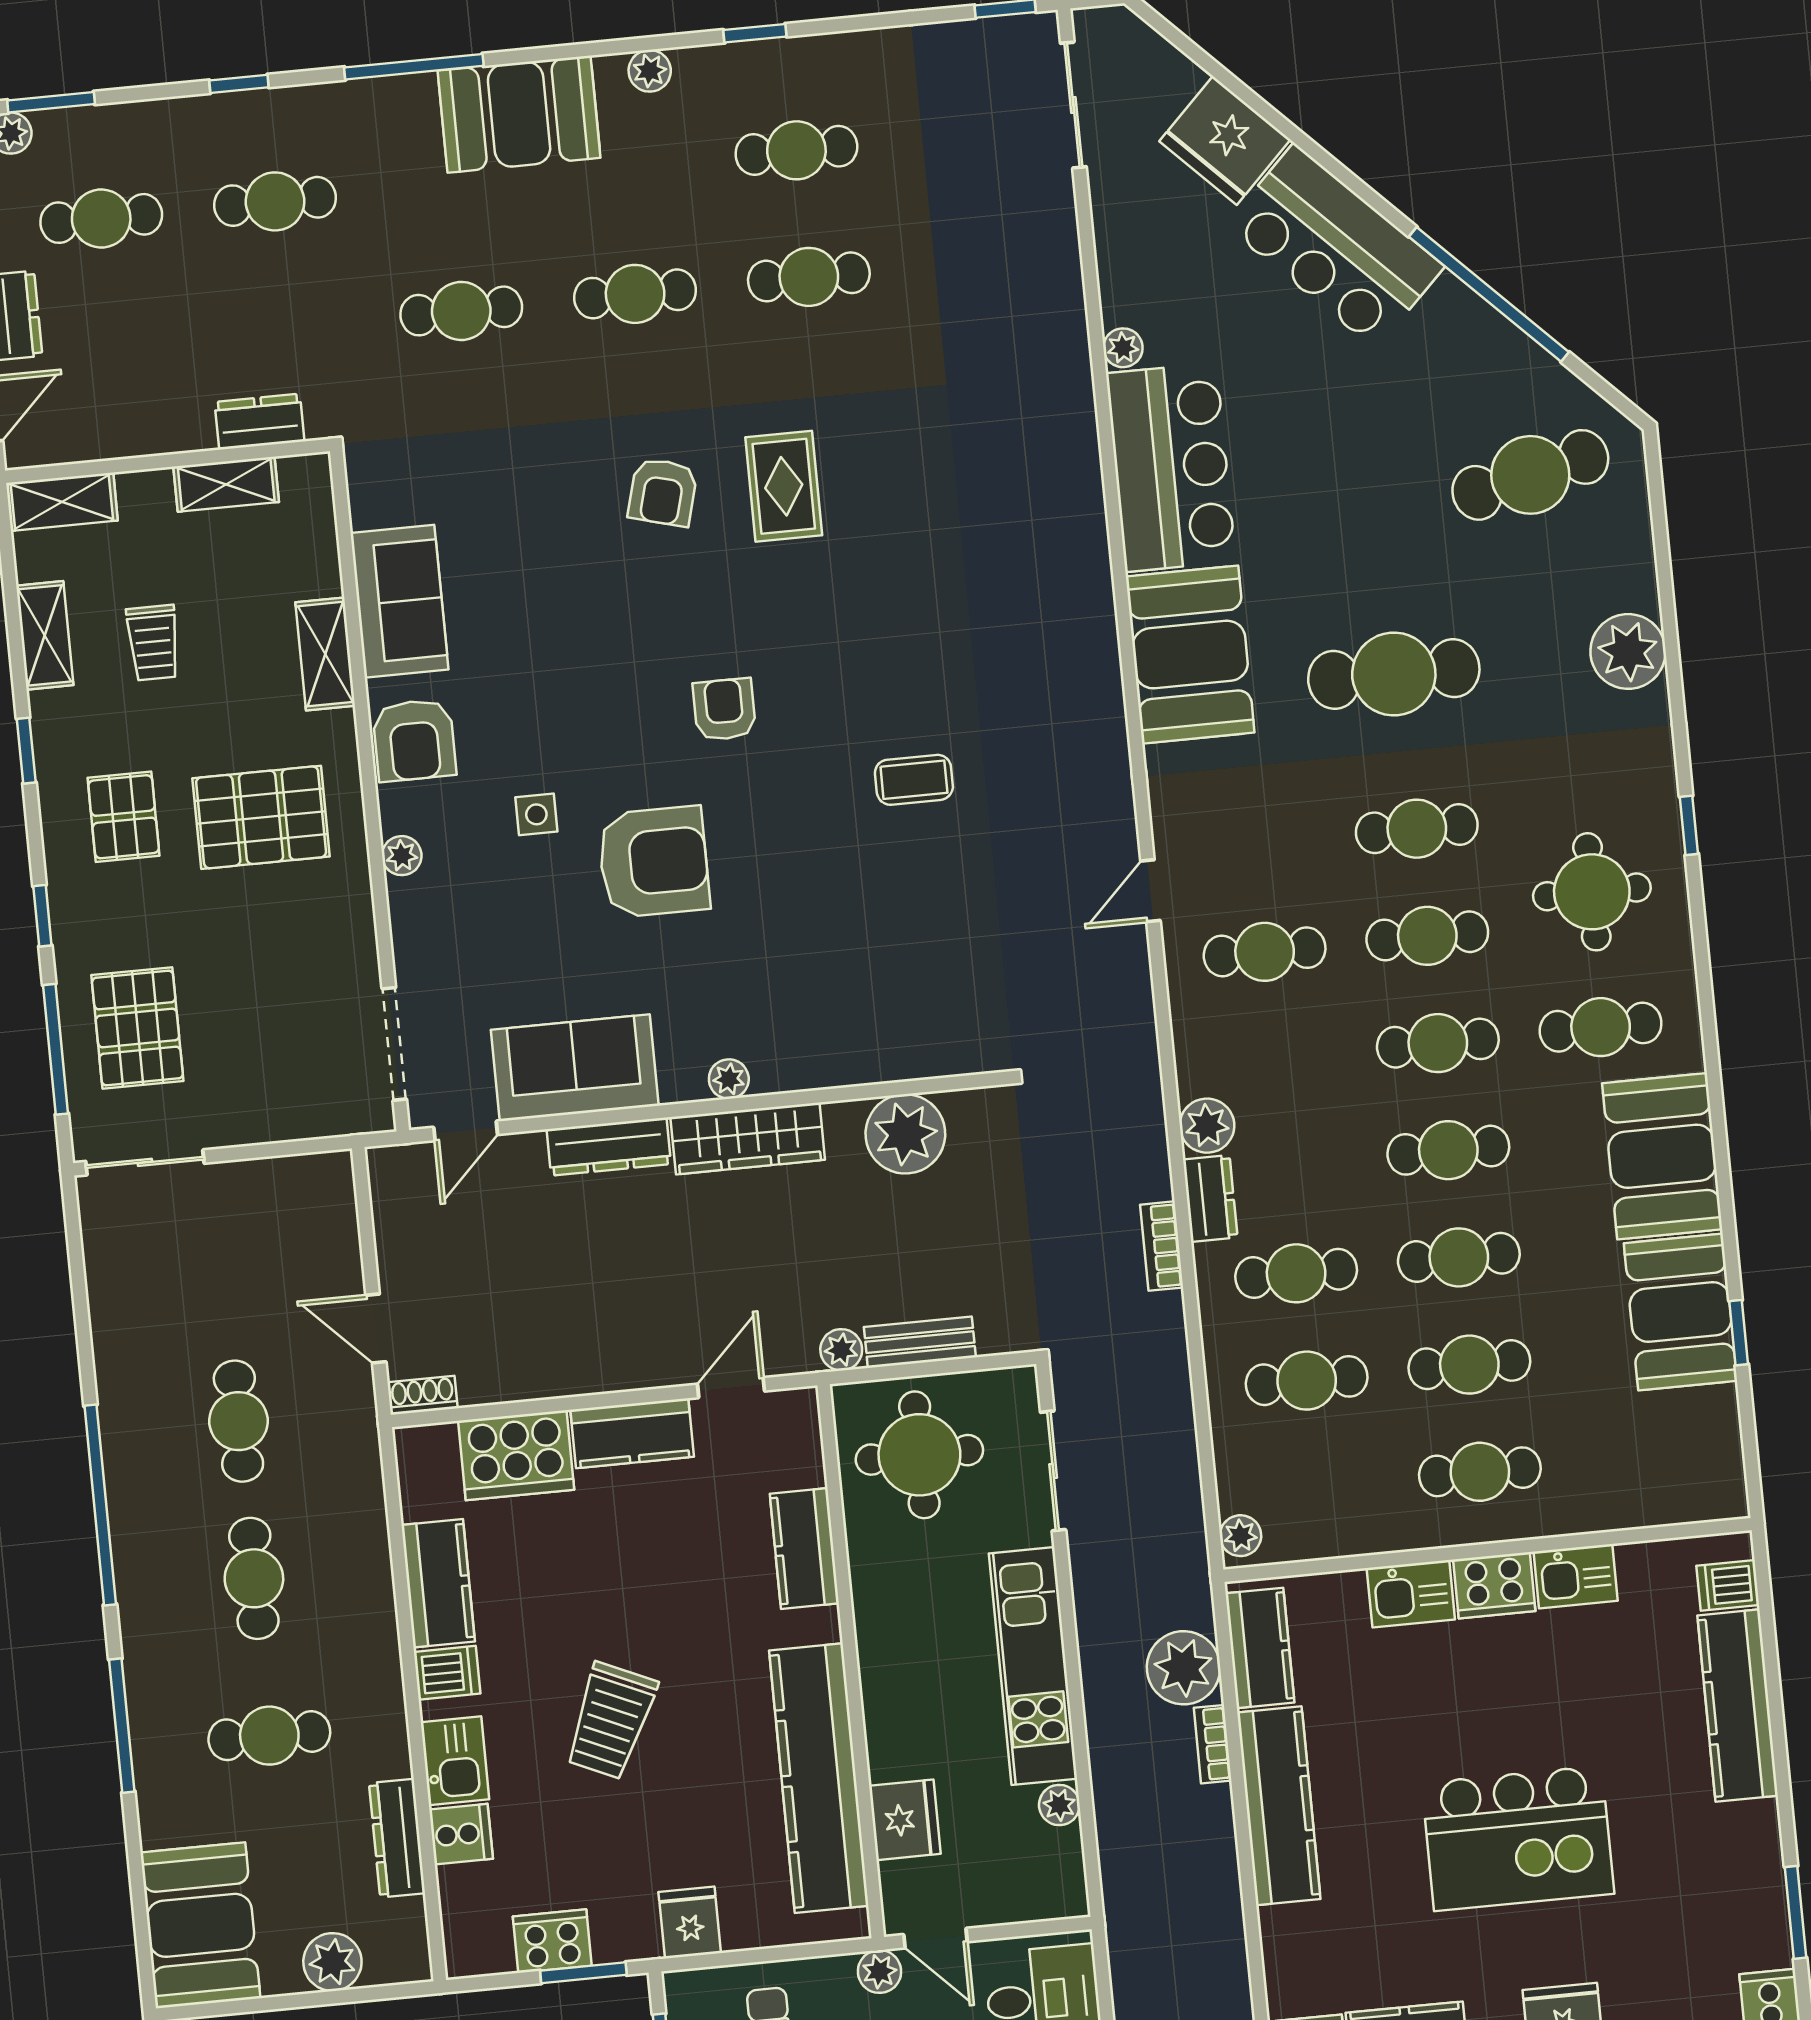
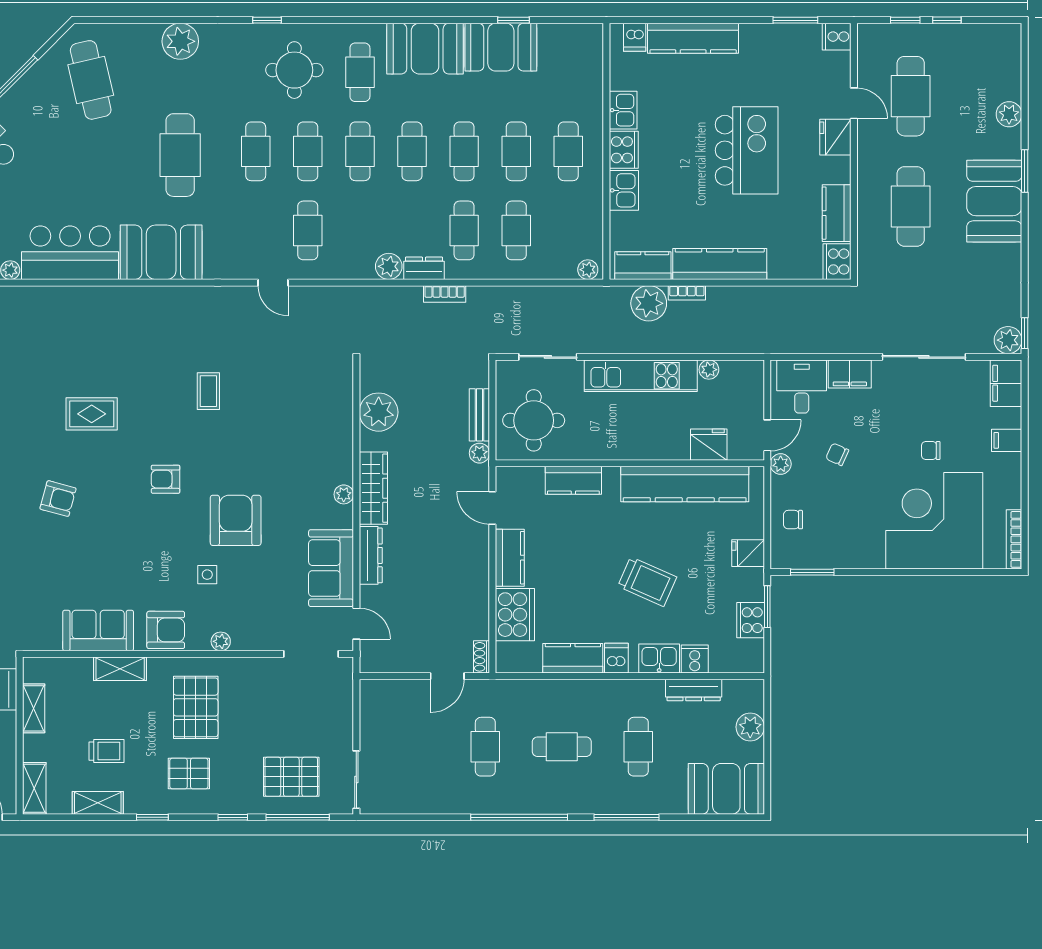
rug: (784, 486) -> (92, 414), moved
cafe table: (238, 1421) -> (485, 747), turned 90

